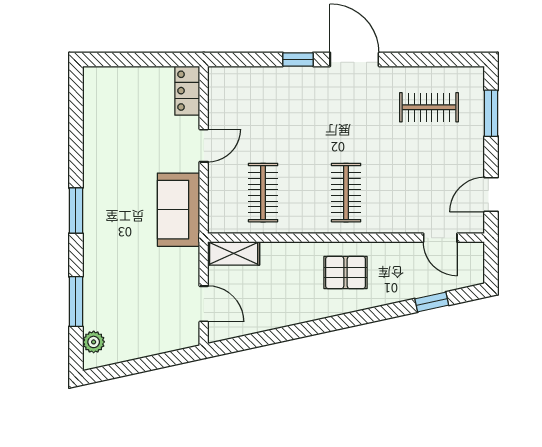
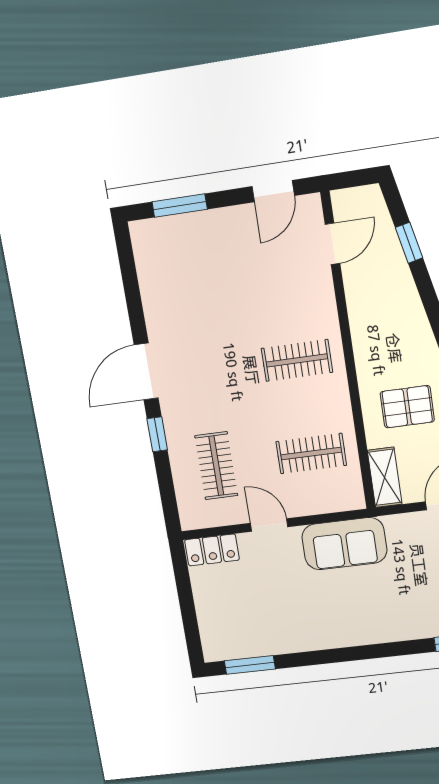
clothes rail: (429, 107) -> (216, 466), moved
door: (491, 195) -> (273, 191), hinge flipped
window: (76, 211) -> (250, 665), moved
pallet: (346, 272) -> (407, 407), moved, turned 90

